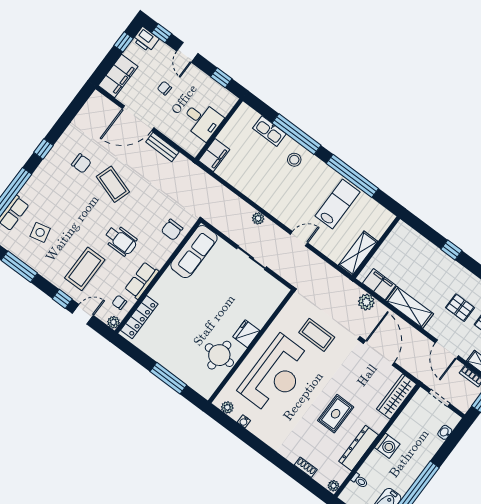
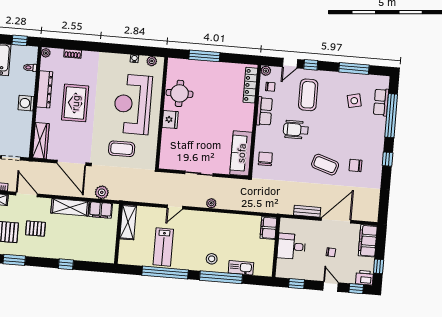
rug: (336, 414) -> (75, 103), width x1.36, depth x1.43

